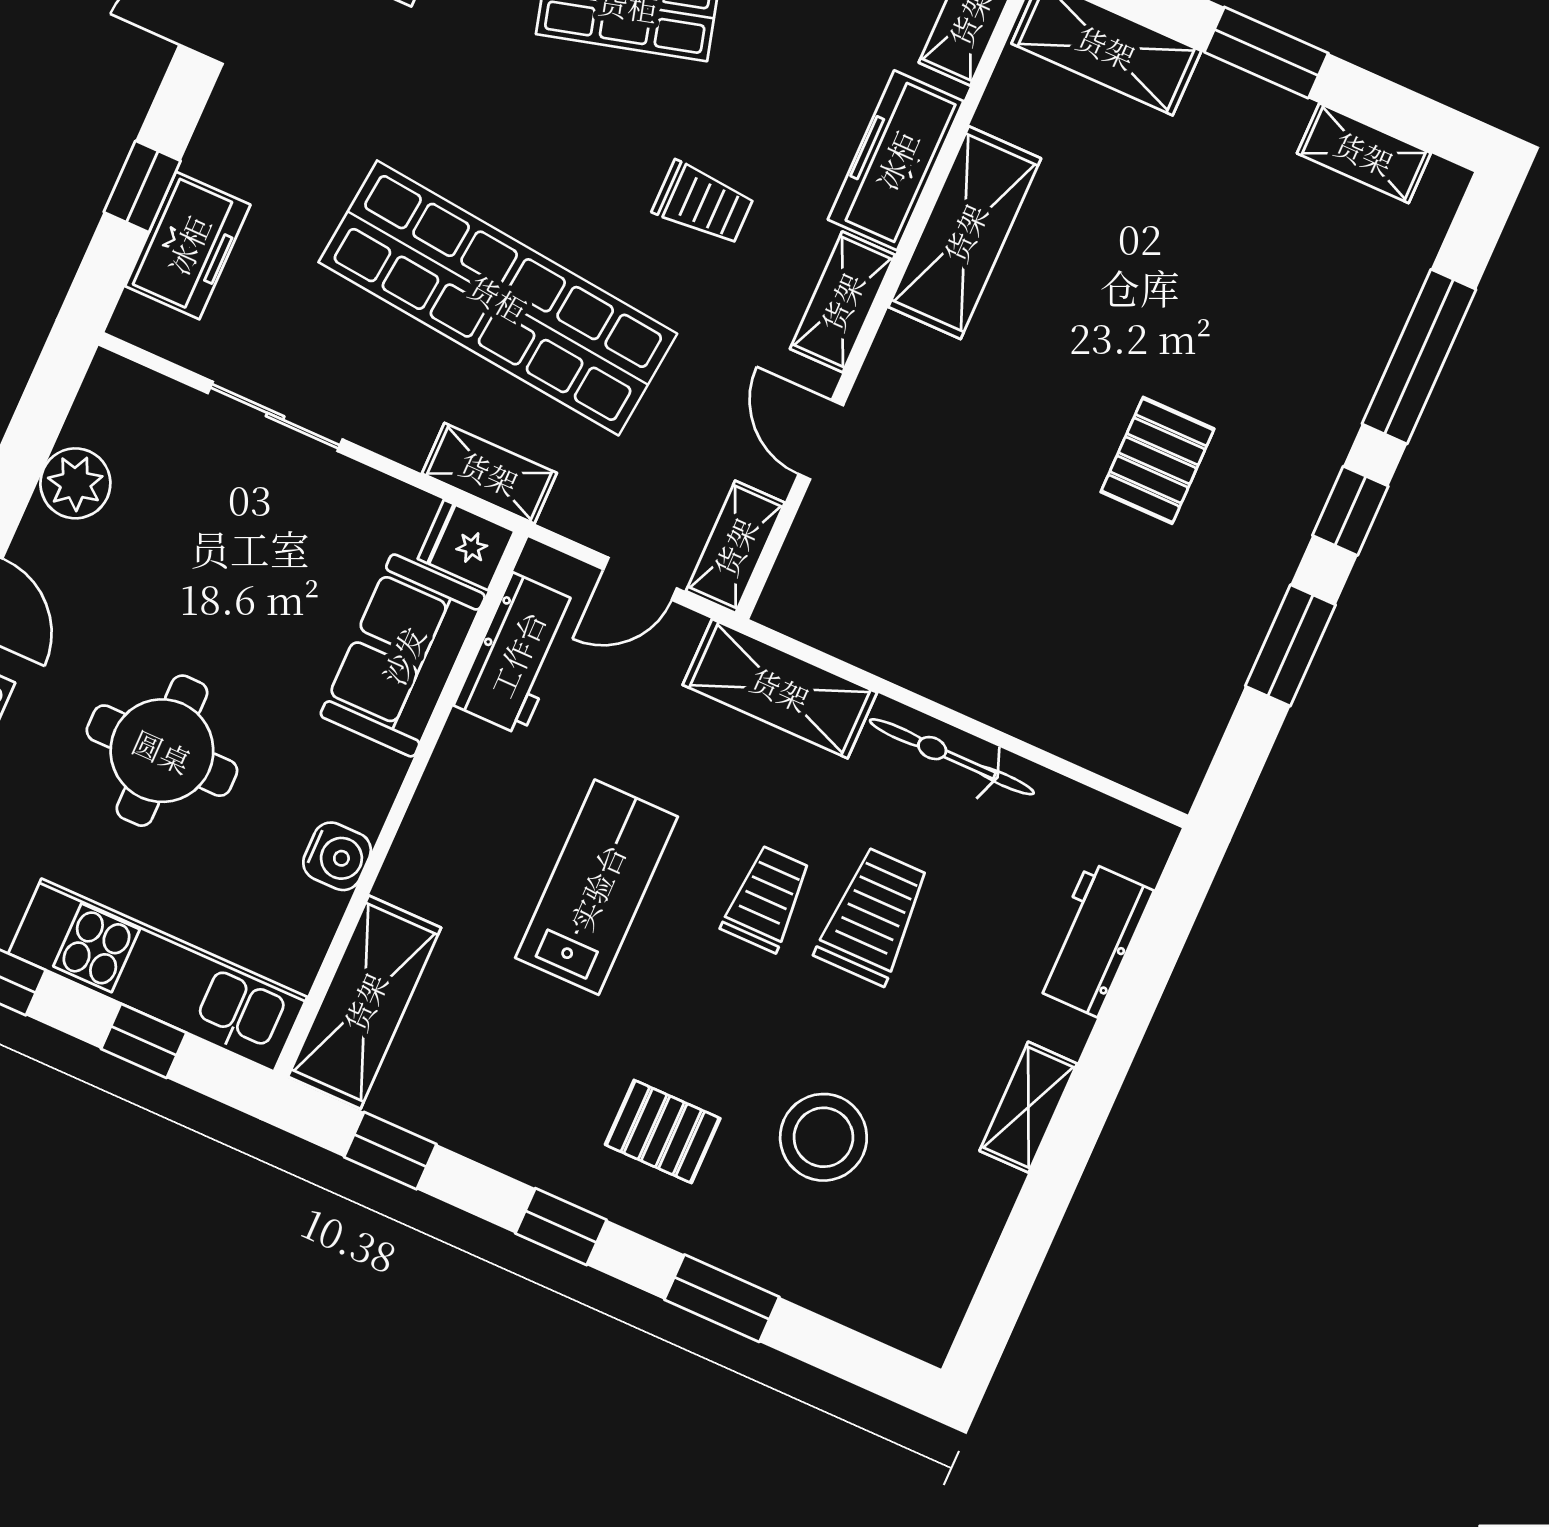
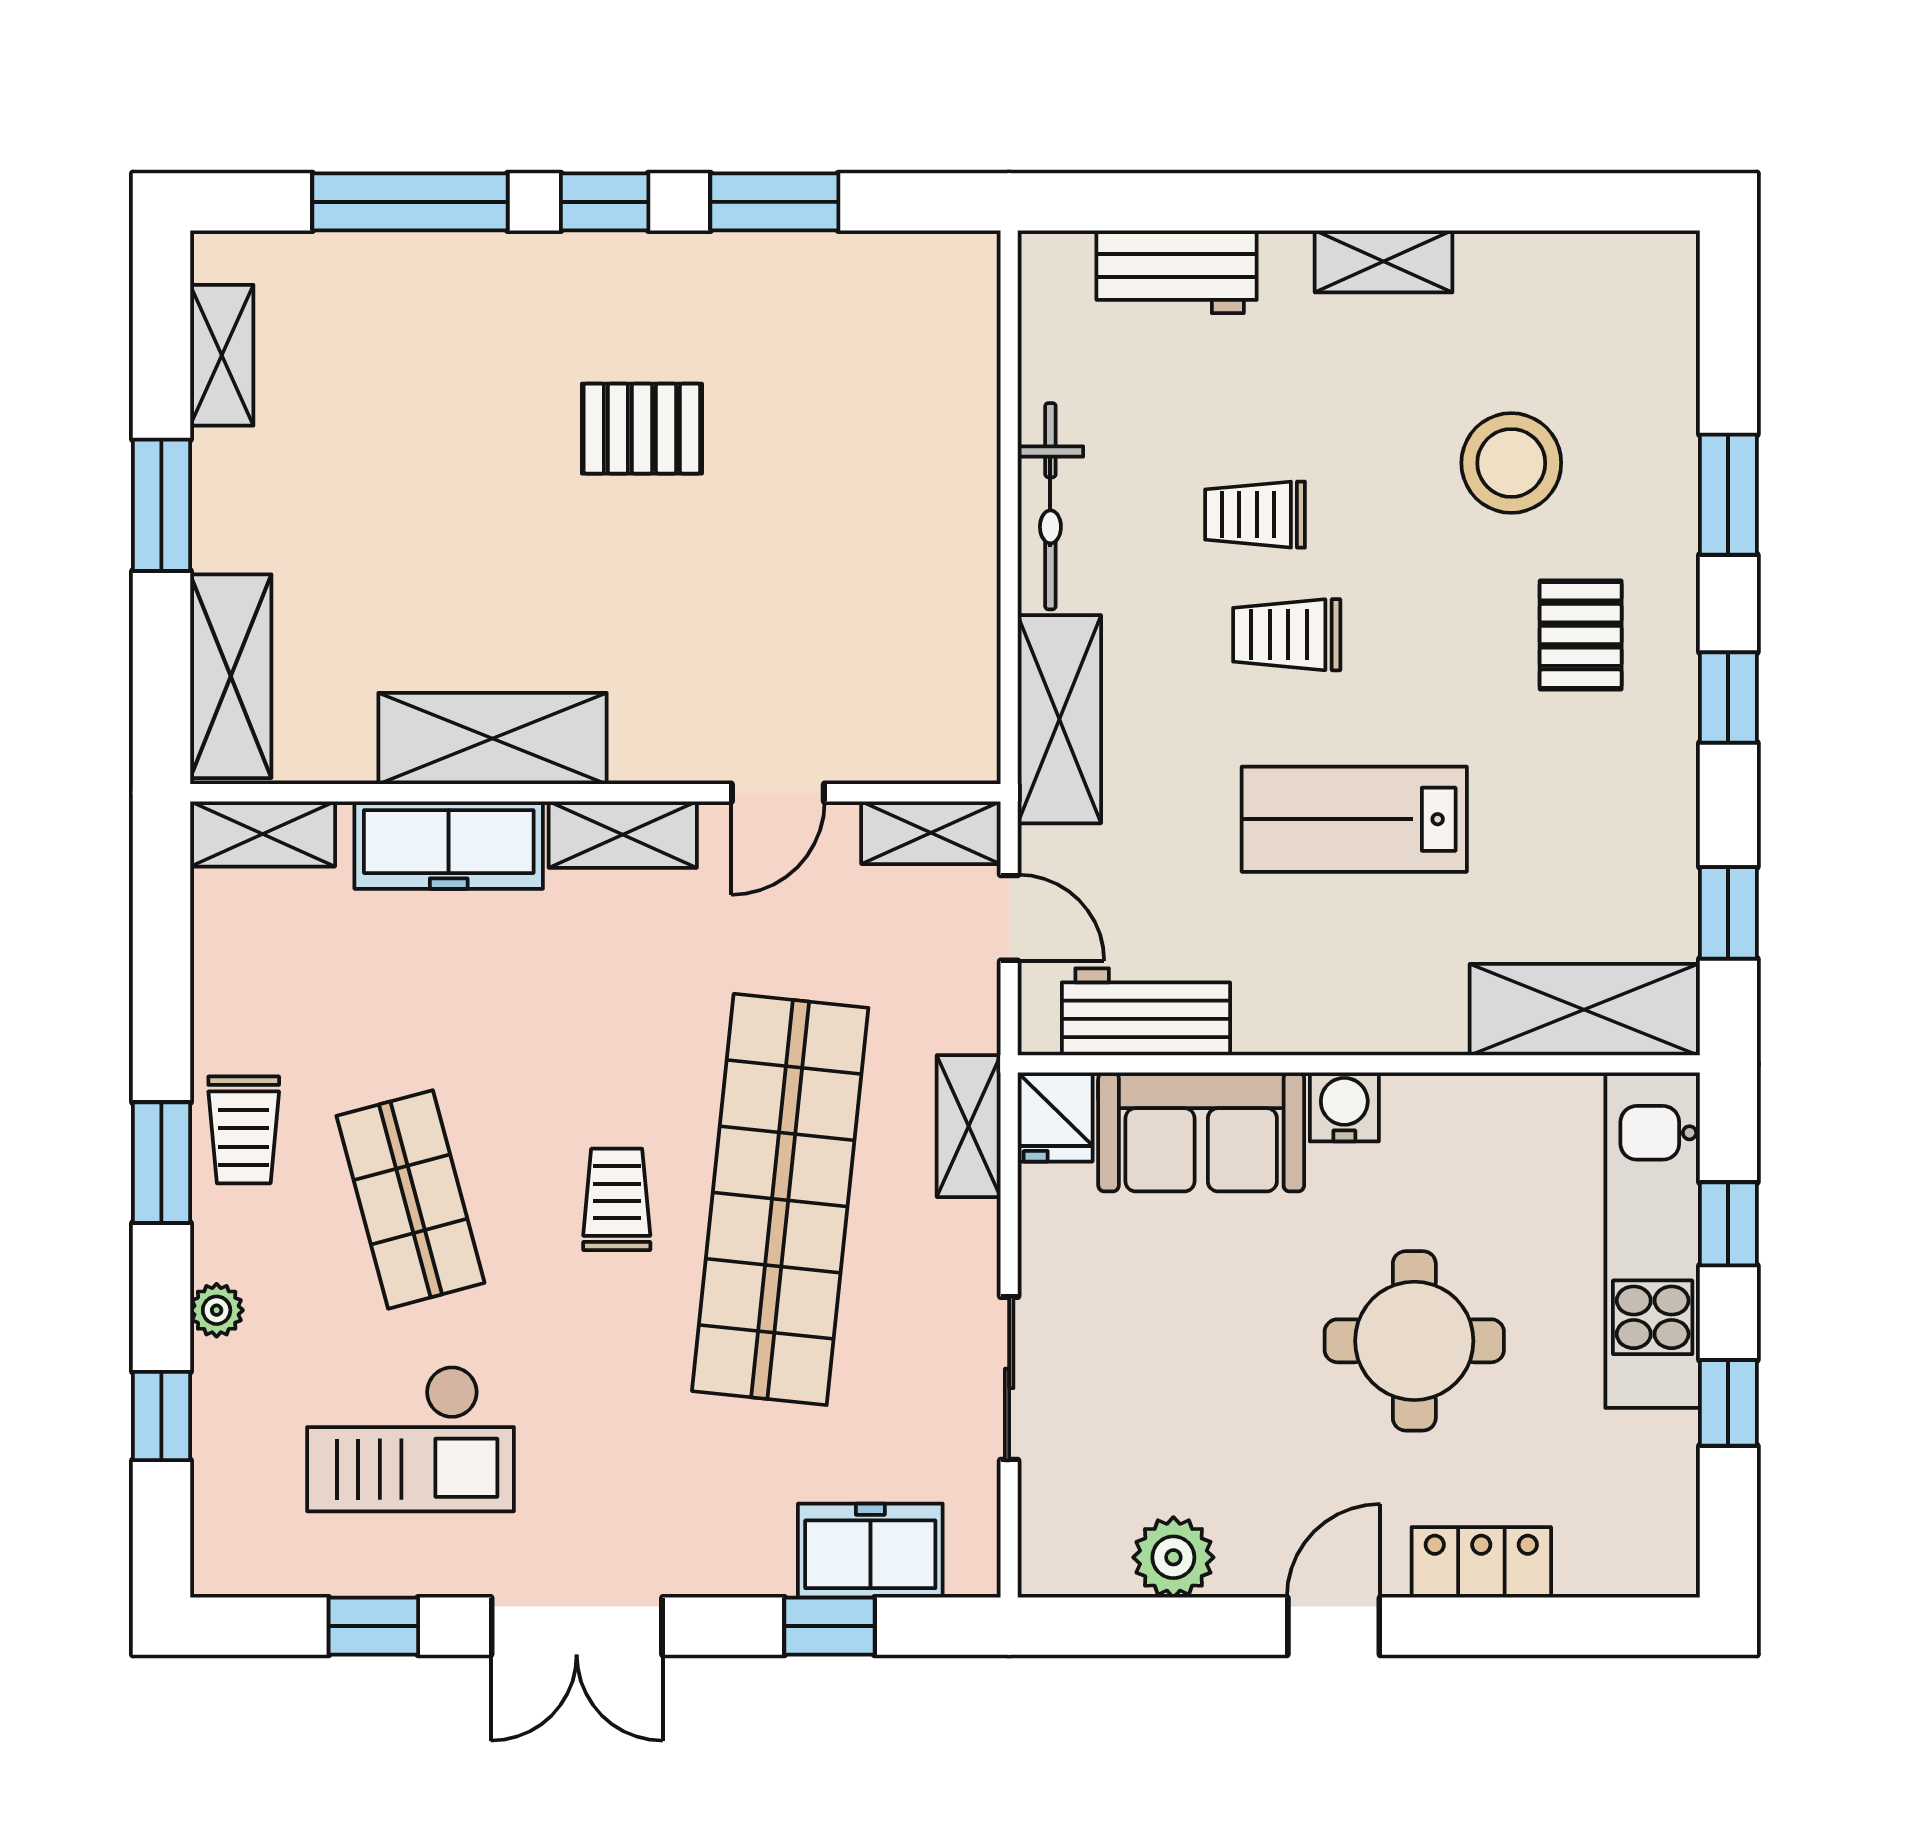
trolley: (703, 203) -> (617, 1199), moved
water cooler: (337, 856) -> (1344, 1107), moved
trolley: (873, 916) -> (1255, 515), width x0.73, depth x0.72

